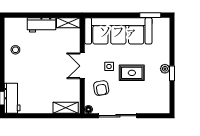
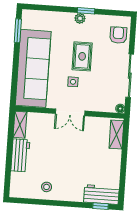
armchair: (101, 88) -> (118, 35), moved, turned -81

